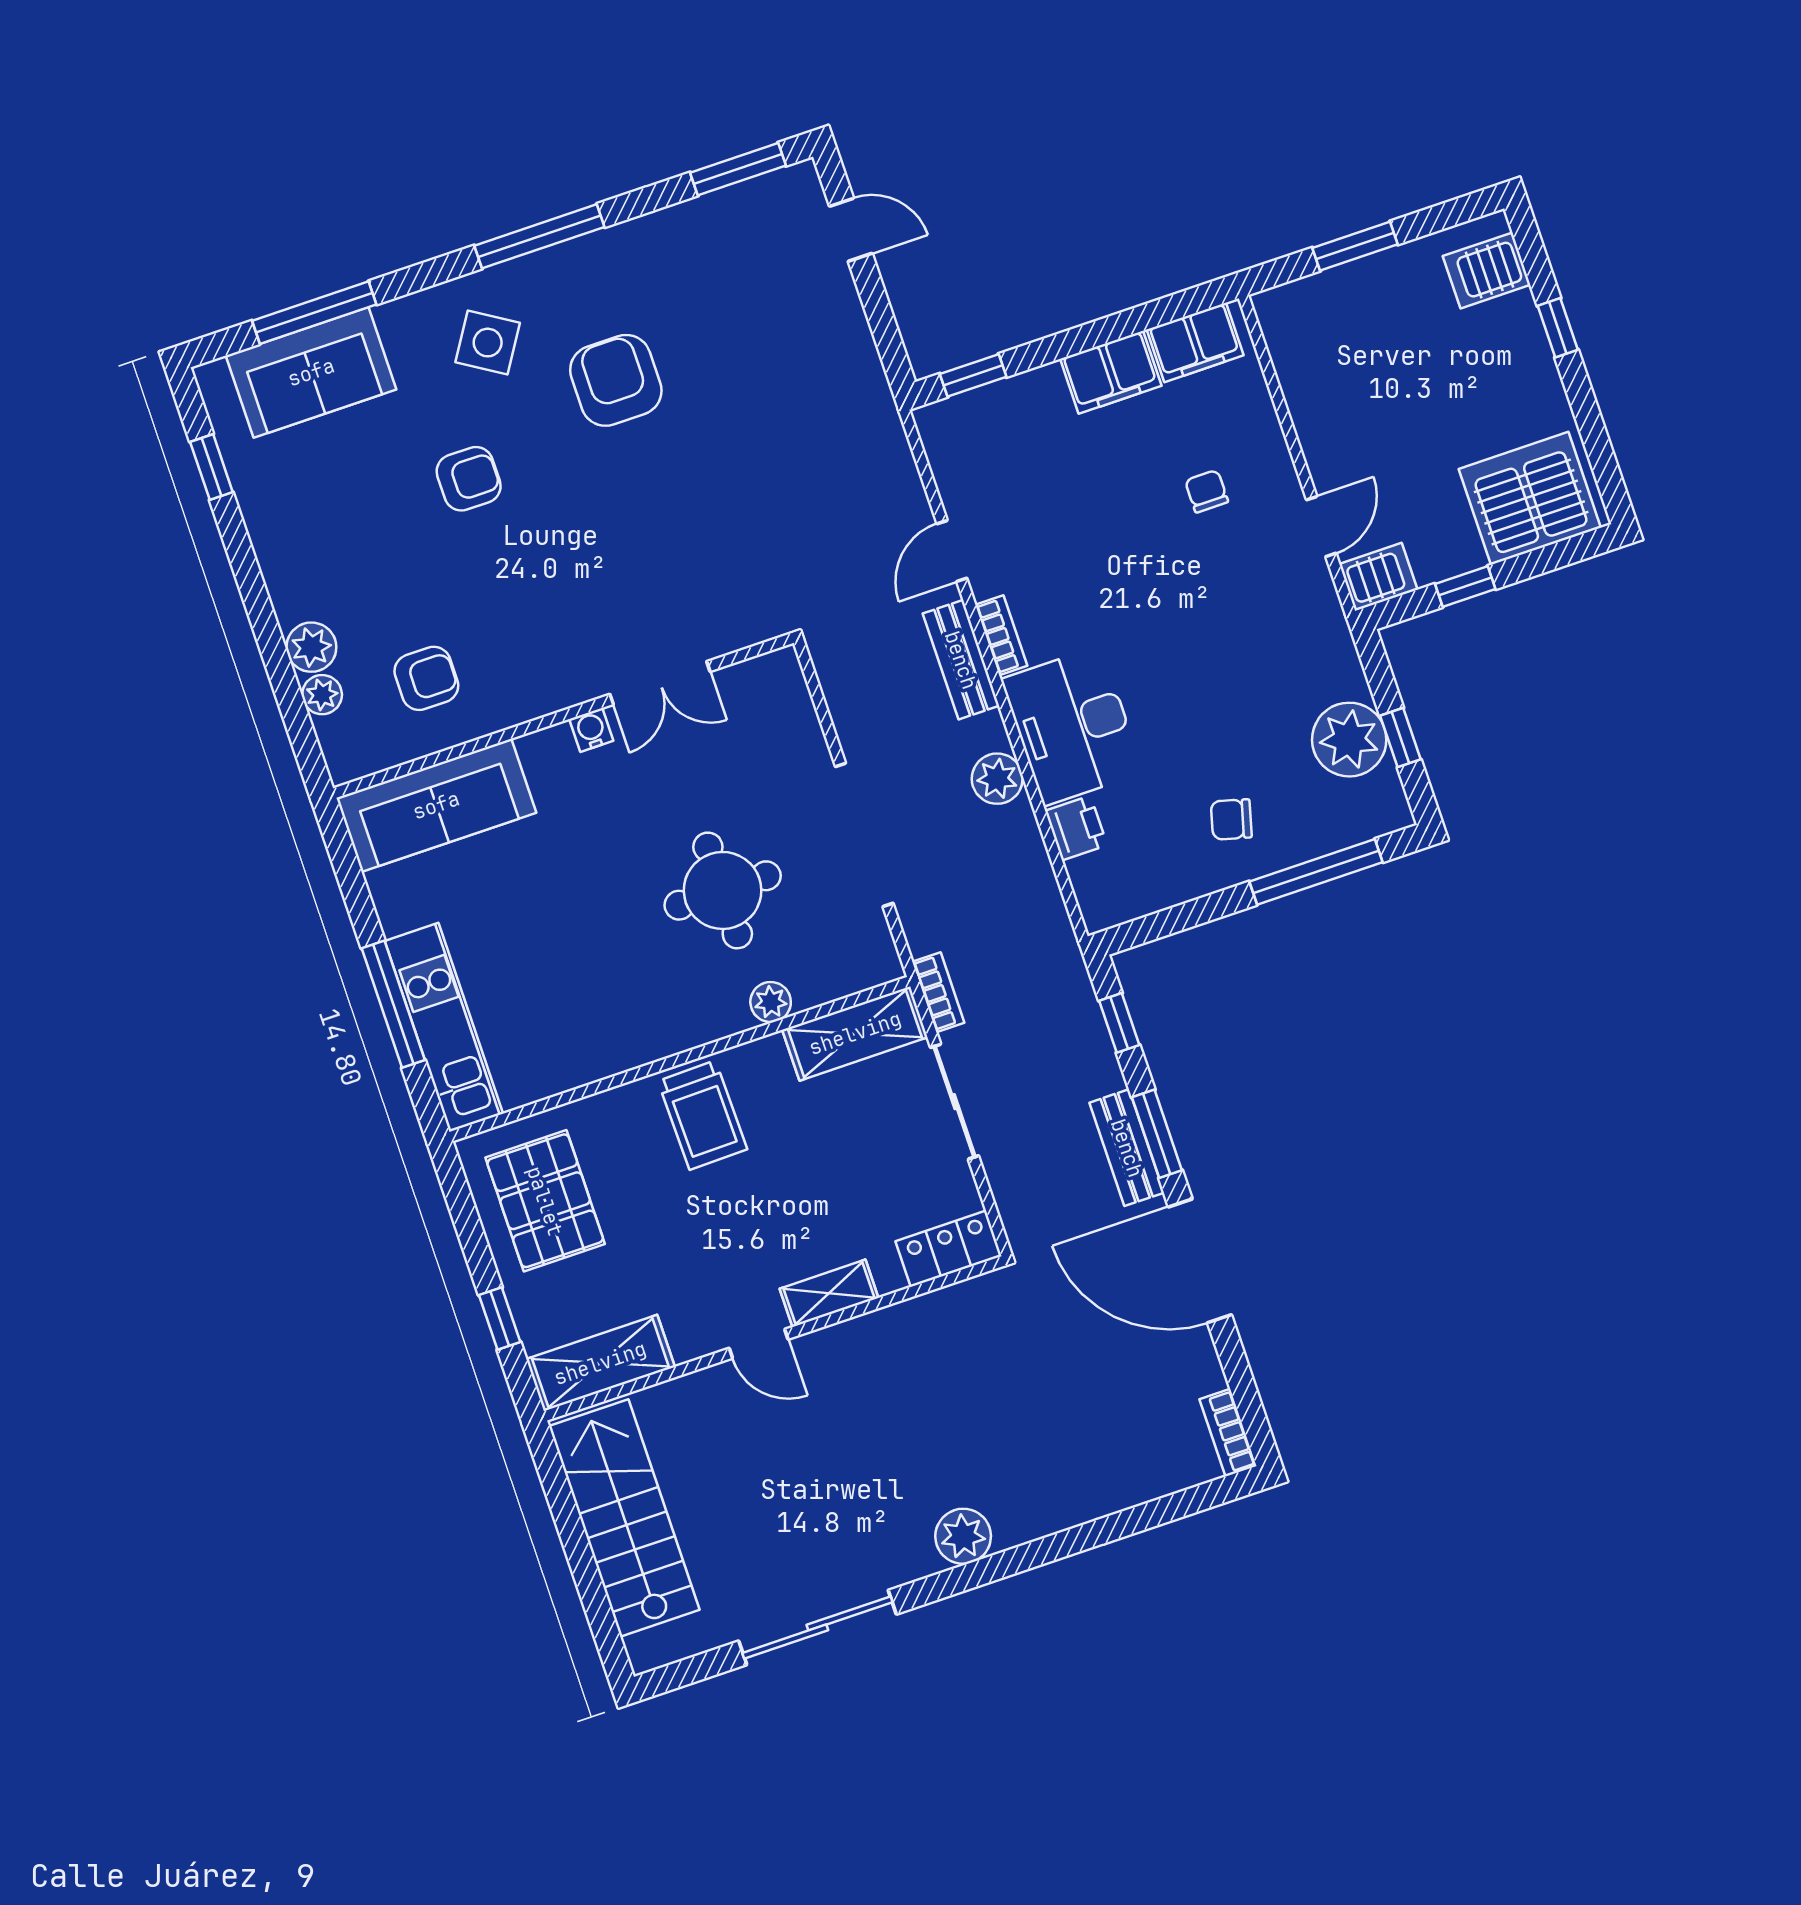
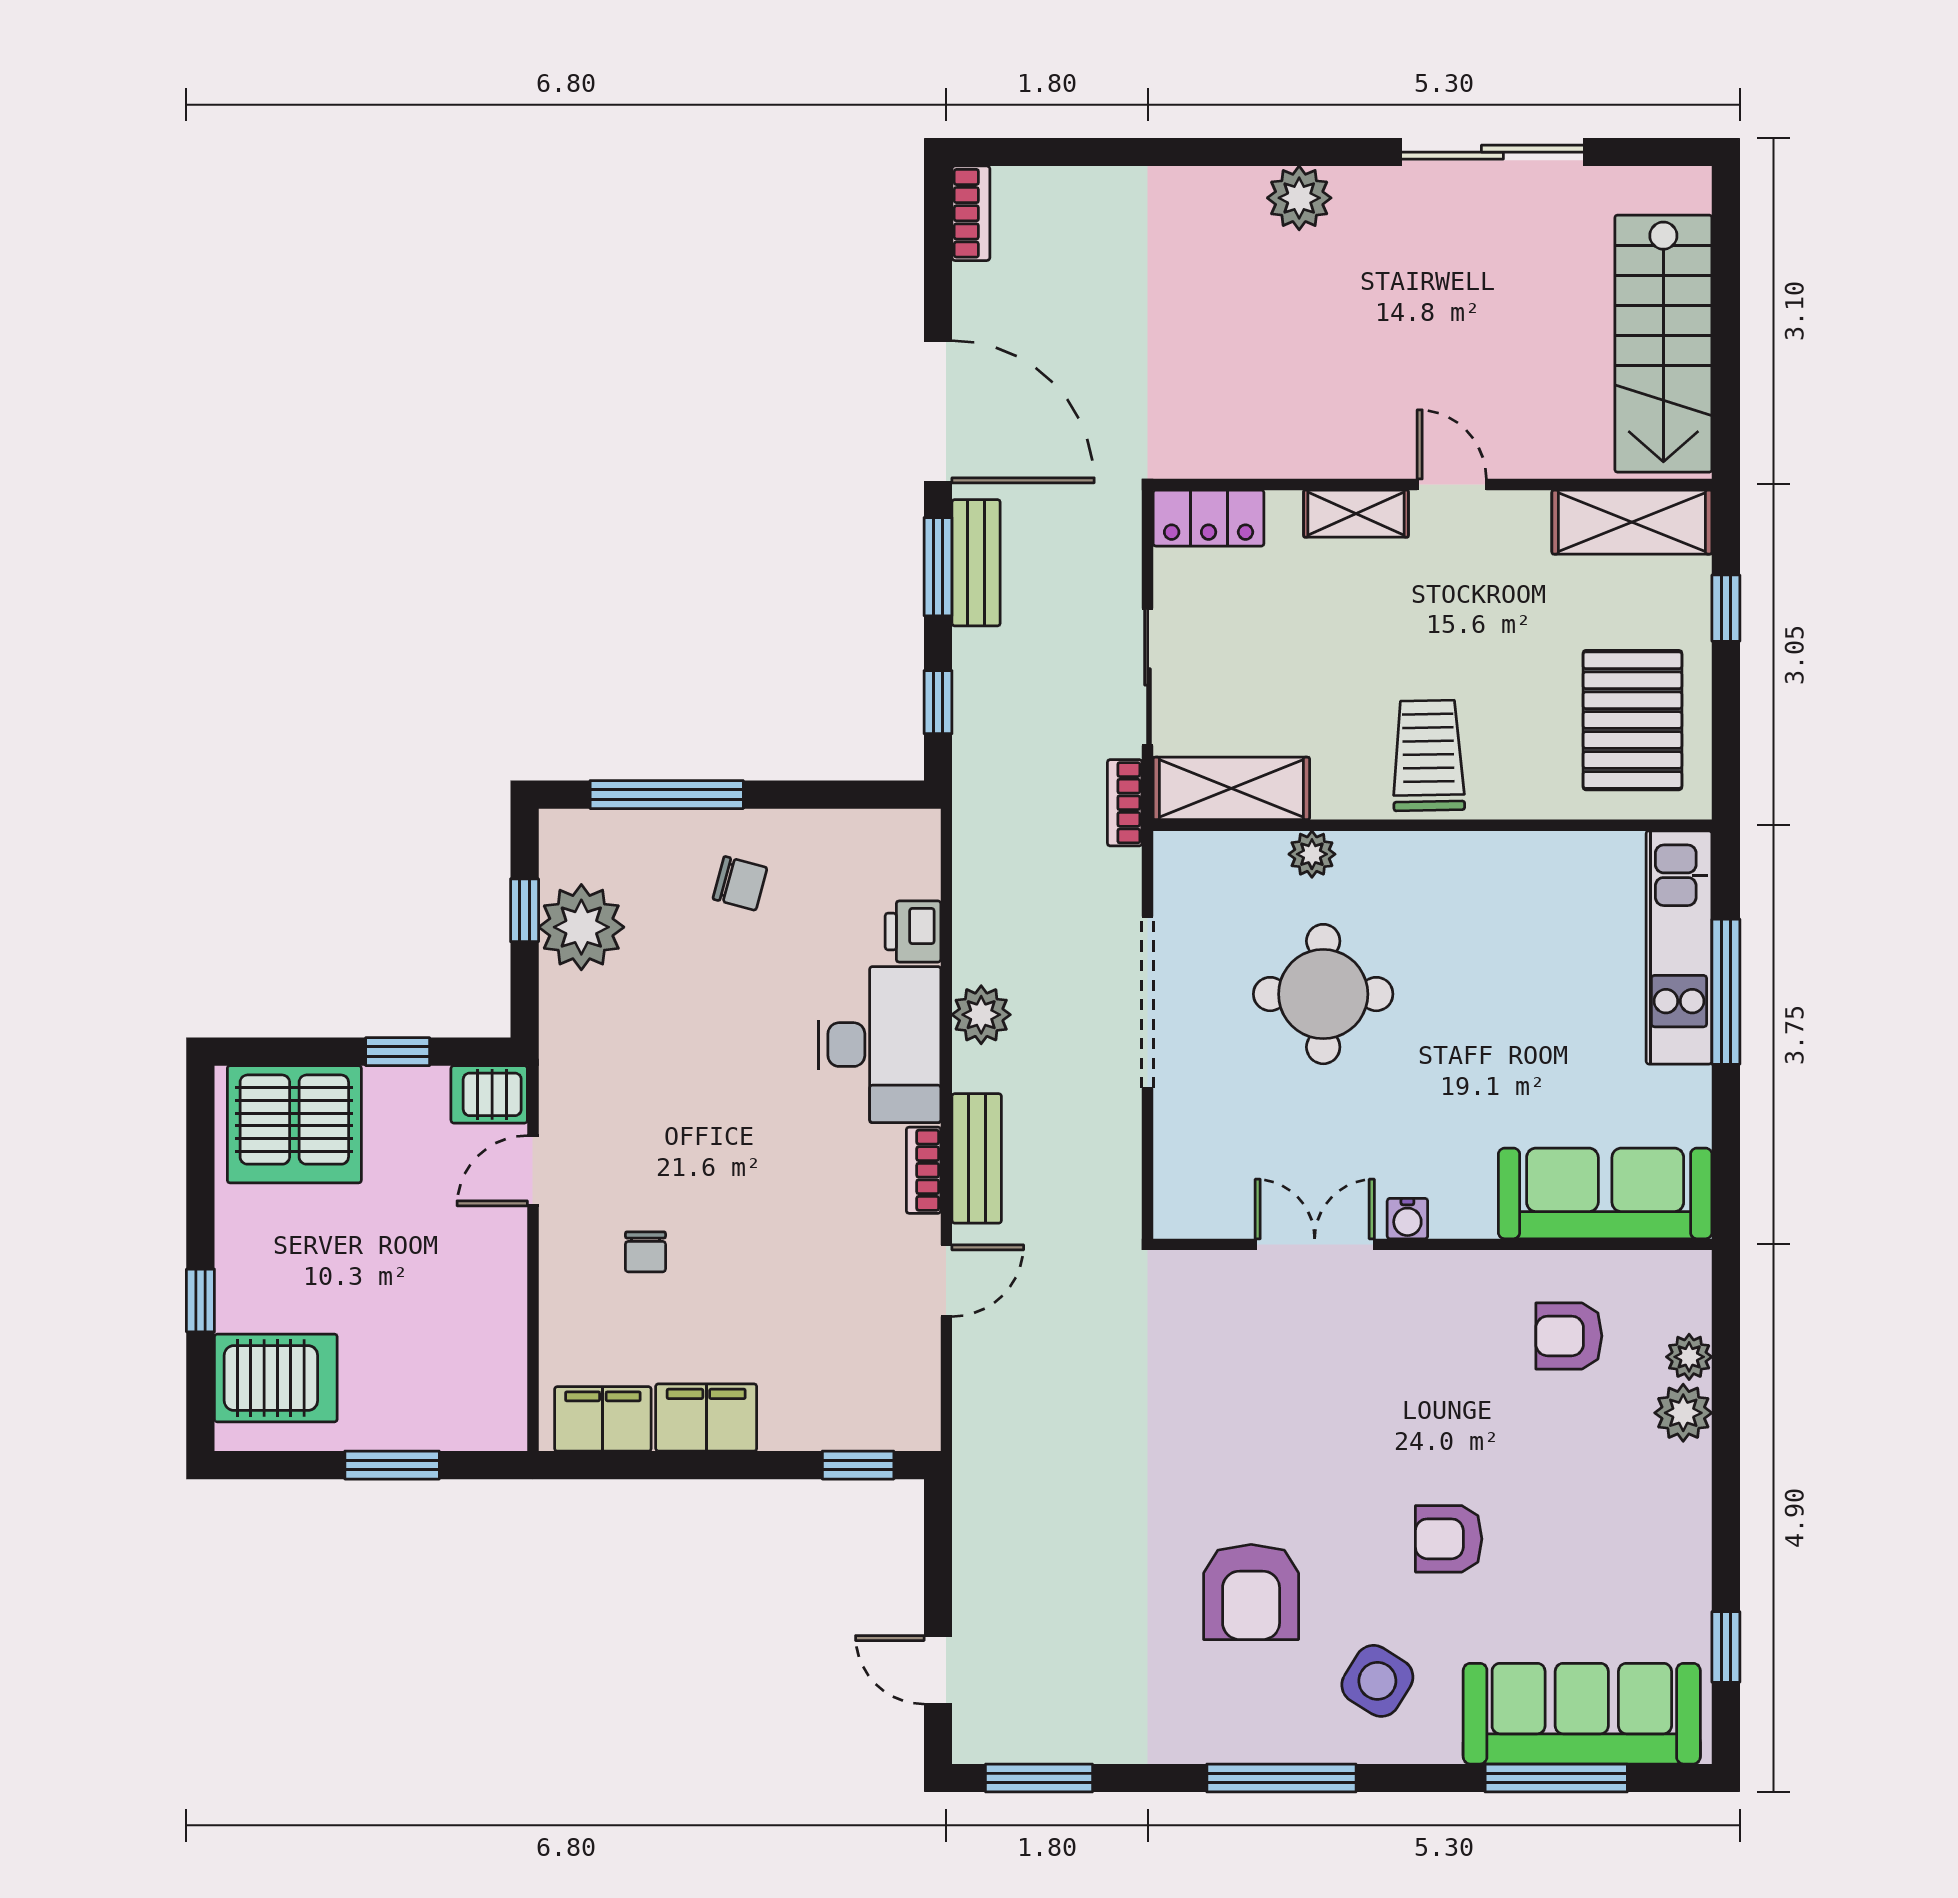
server rack: (1487, 270) -> (276, 1378), width x1.36, depth x1.44
sofa: (311, 372) -> (1582, 1714), width x1.36

